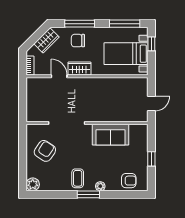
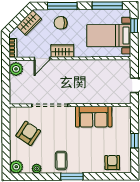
door: (59, 76) -> (42, 59), swing flipped
plant: (33, 86) -> (16, 69), added
armchair: (129, 181) -> (112, 163), turned -90
plant: (100, 186) -> (37, 169), moved

